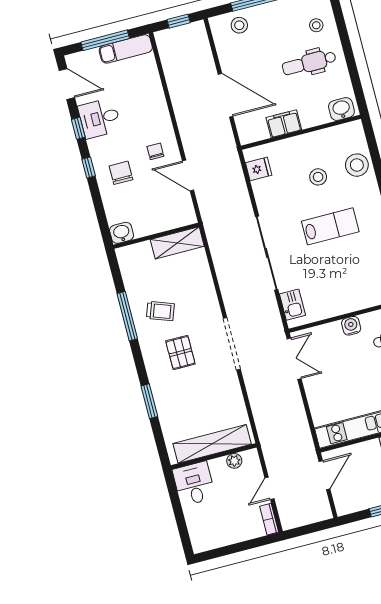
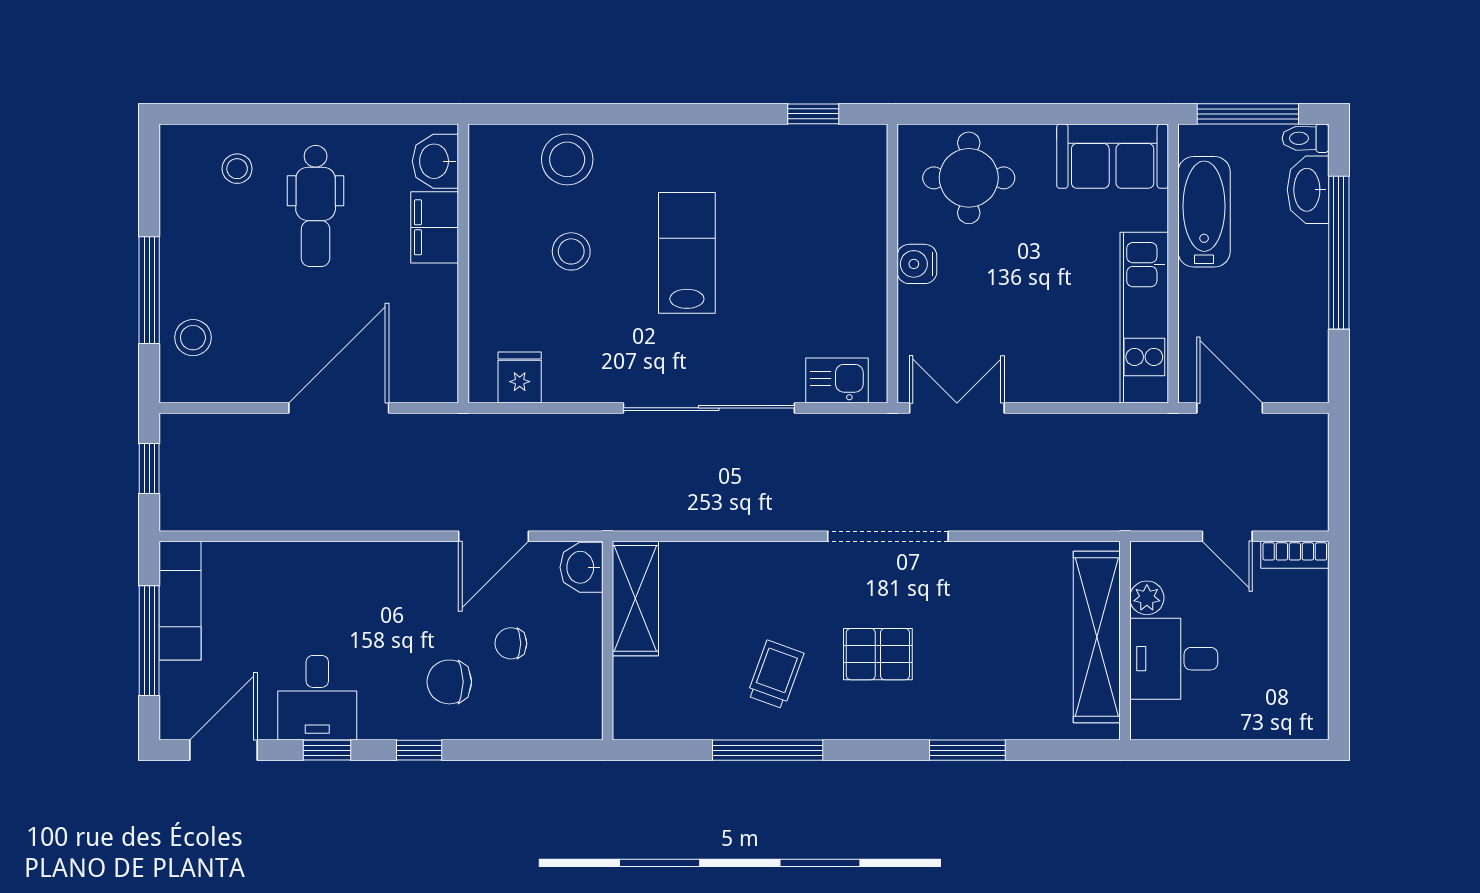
filing cabinet: (284, 124) -> (435, 227), moved
chair: (155, 151) -> (511, 643), moved
washbasin: (122, 233) -> (582, 567), moved
desk: (194, 484) -> (1174, 659), moved

